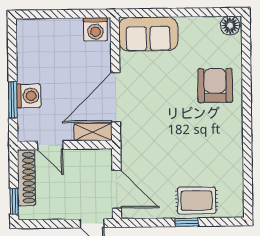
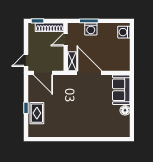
floor lamp: (230, 26) -> (125, 110), moved
washing machine: (95, 29) -> (124, 32), moved
armchair: (215, 86) -> (95, 123), removed
door: (117, 189) -> (43, 73), hinge flipped

